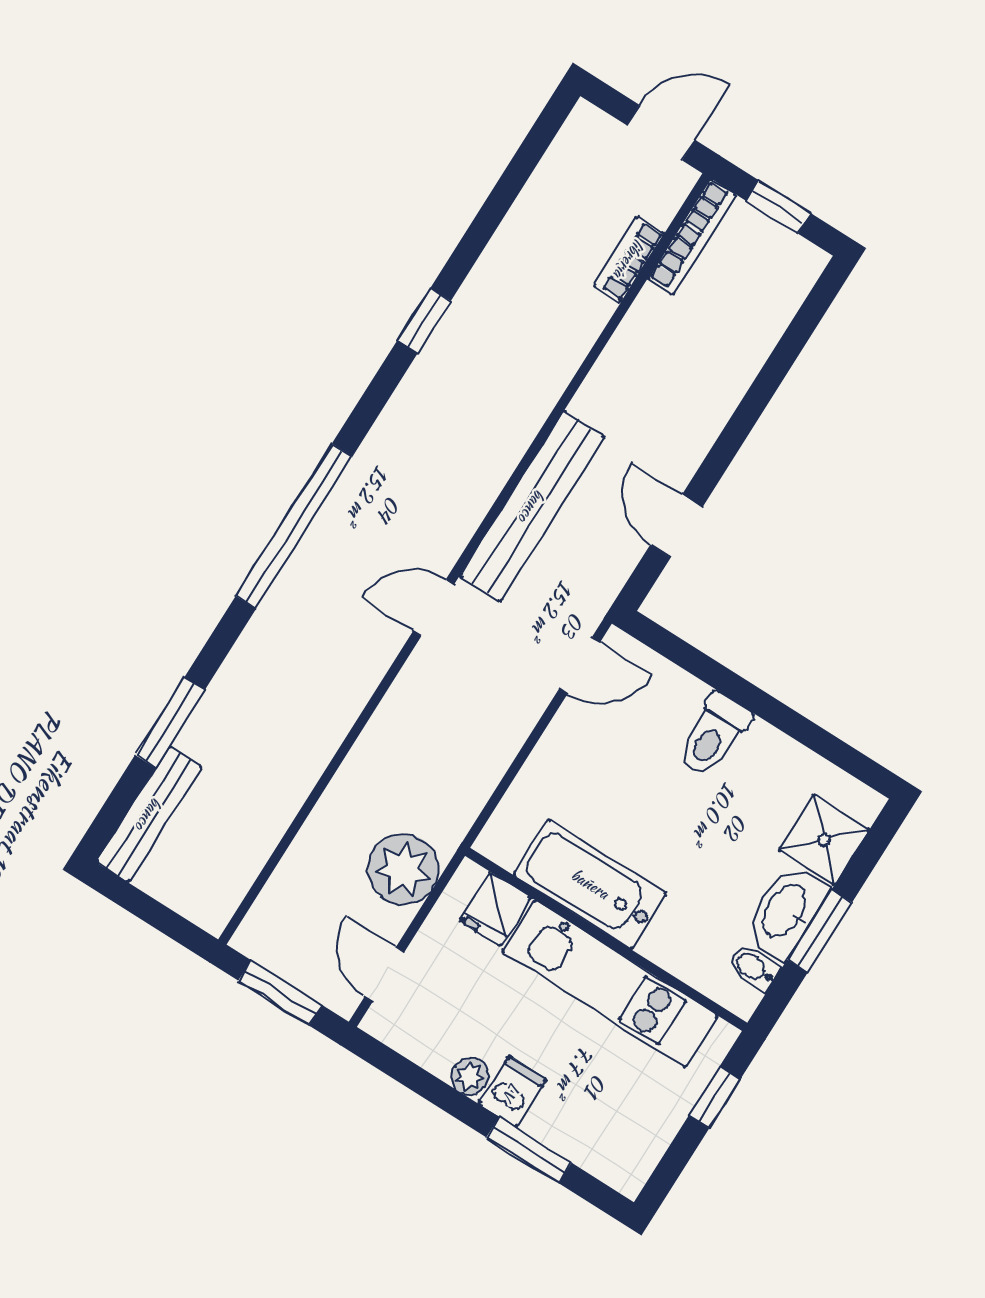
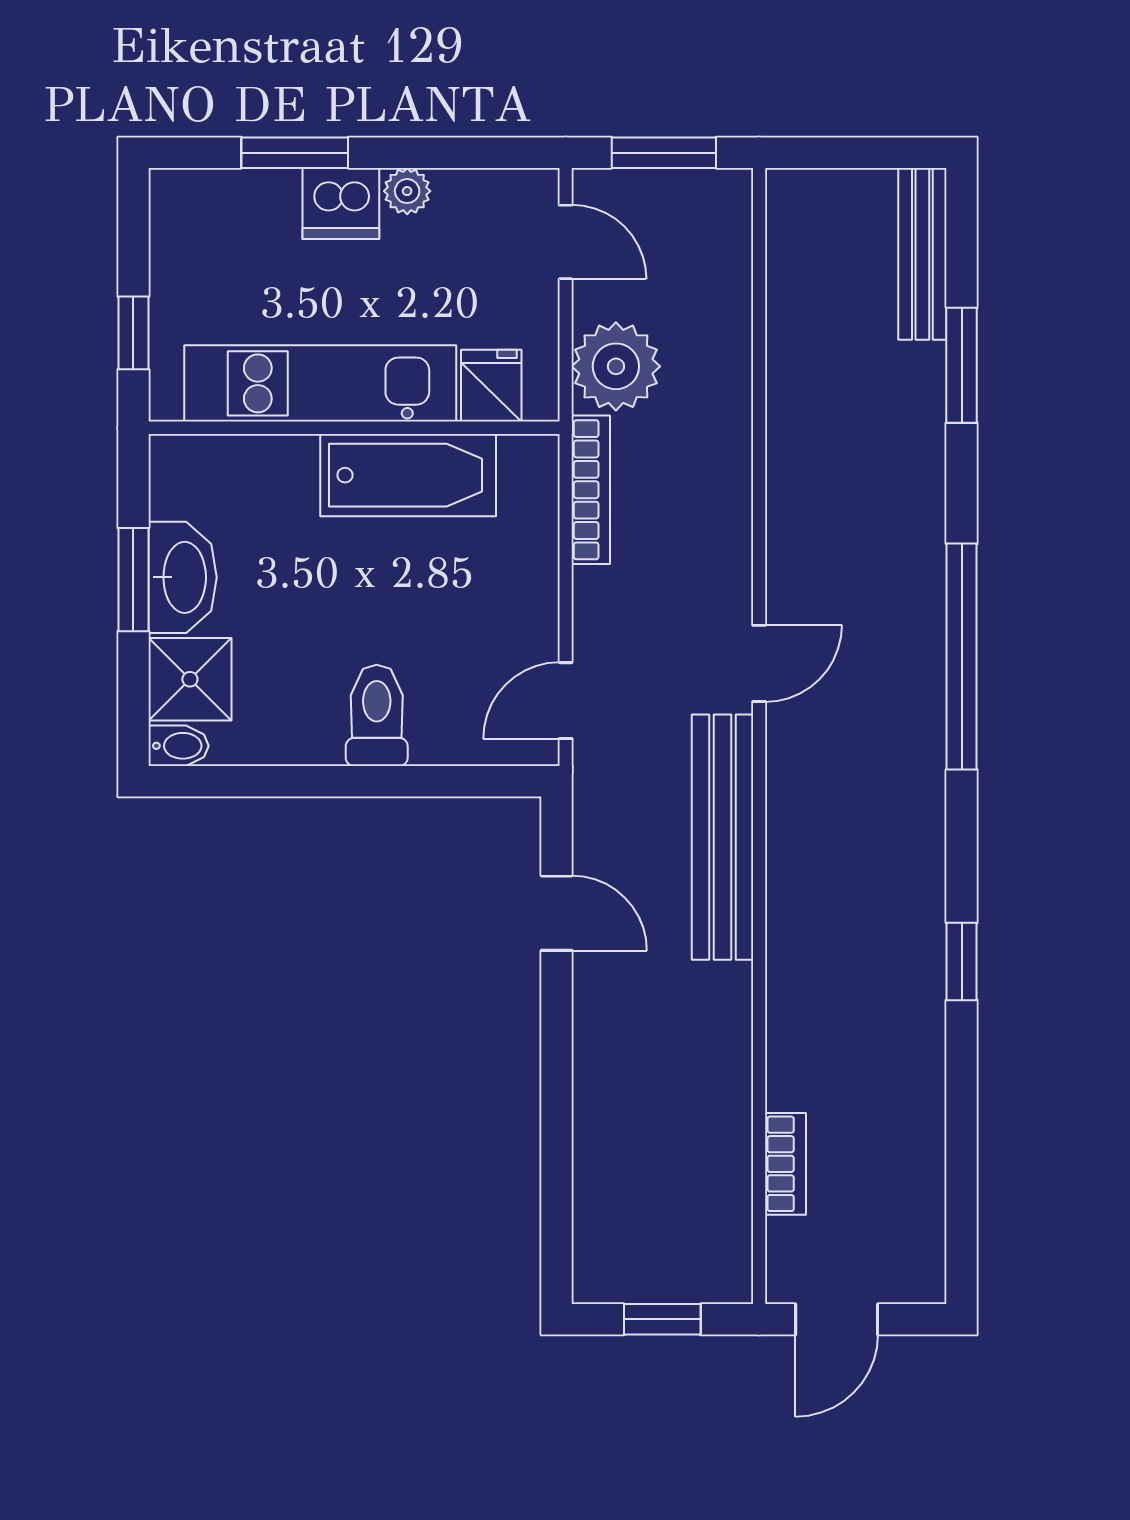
bookcase: (692, 237) -> (591, 490), moved, turned 180
bidet: (754, 968) -> (179, 746), moved
dishwasher: (512, 1092) -> (341, 203), width x1.38

